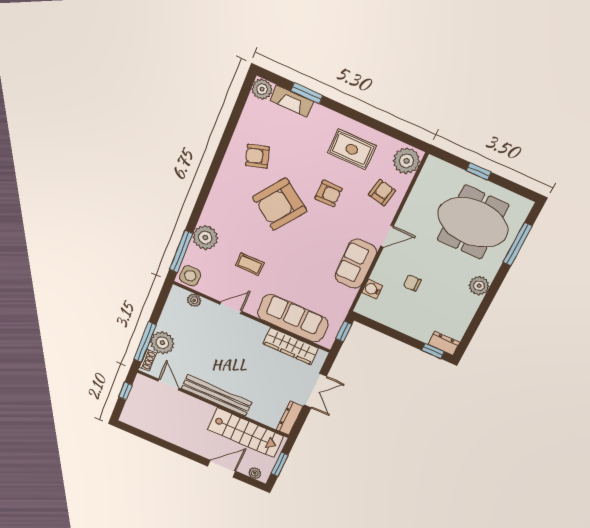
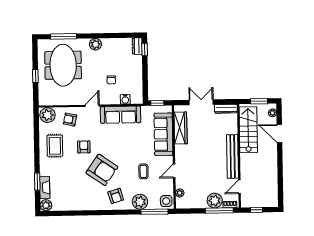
armchair: (257, 156) -> (116, 196), moved
door: (387, 236) -> (92, 106), hinge flipped
sofa: (356, 264) -> (121, 115), width x1.36
door: (231, 308) -> (174, 171), hinge flipped

